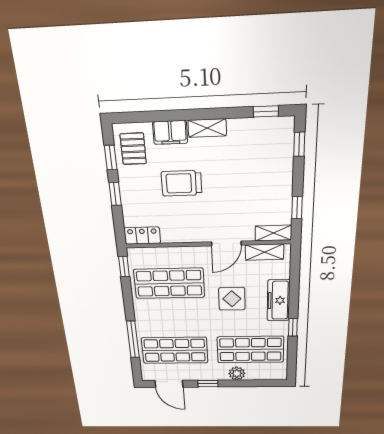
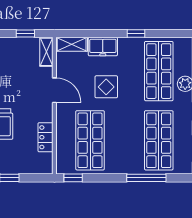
locker: (142, 236) -> (46, 137), moved
shelving: (265, 252) -> (72, 44), moved, turned 90
freezer: (279, 300) -> (103, 47), width x0.71

